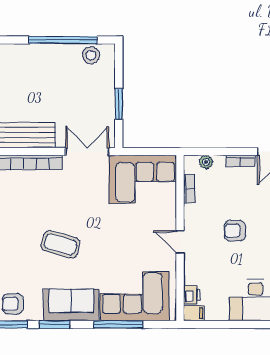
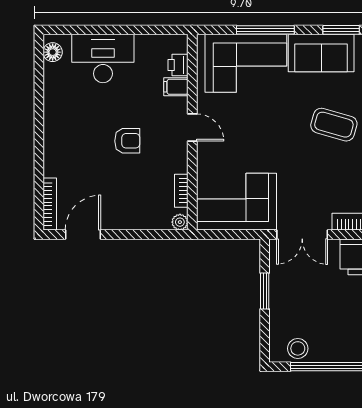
bookcase: (240, 161) -> (121, 223), removed
plant: (206, 162) -> (180, 222), moved
filing cabinet: (194, 313) -> (176, 87), moved

